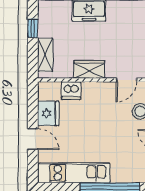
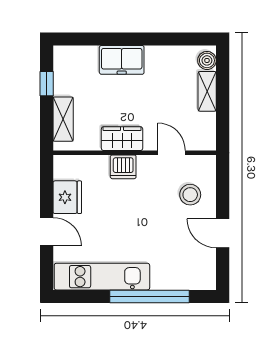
door: (126, 80) -> (172, 153), swing flipped
dishwasher: (71, 91) -> (123, 167), moved

